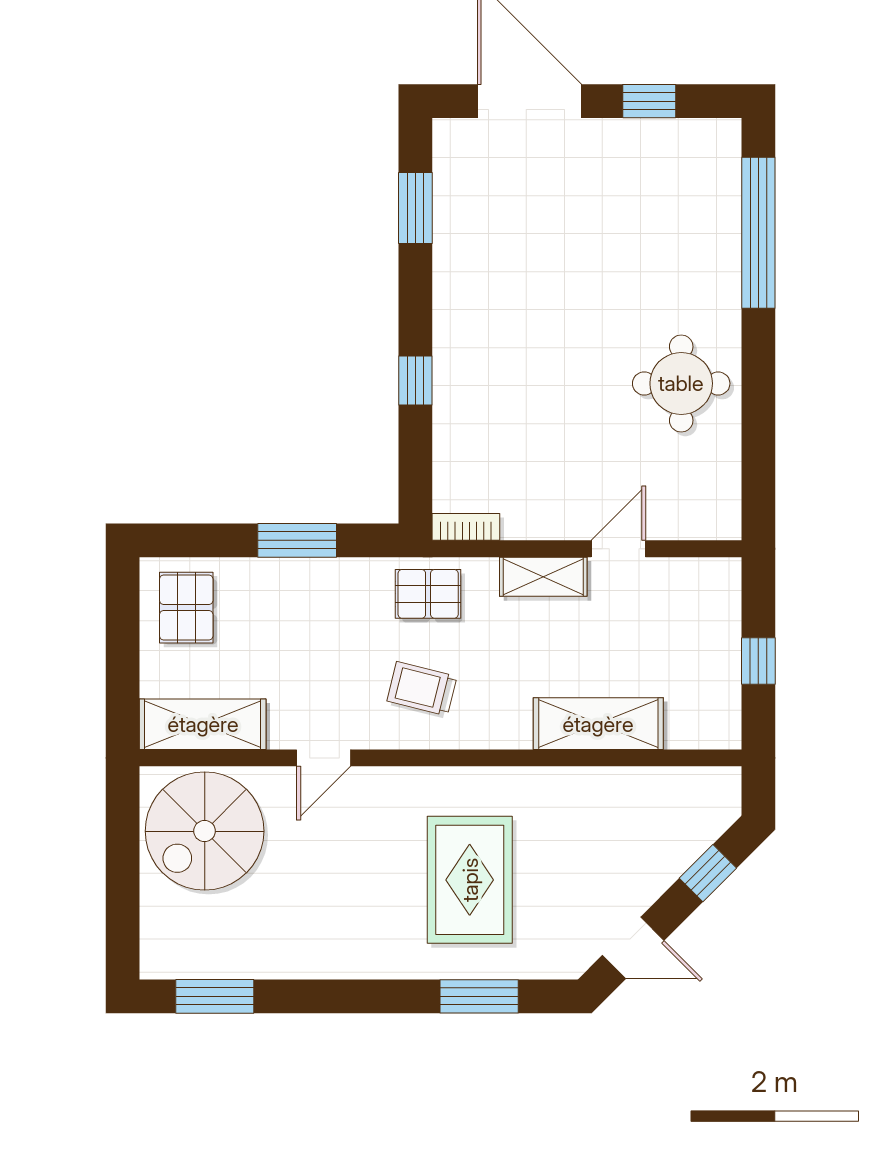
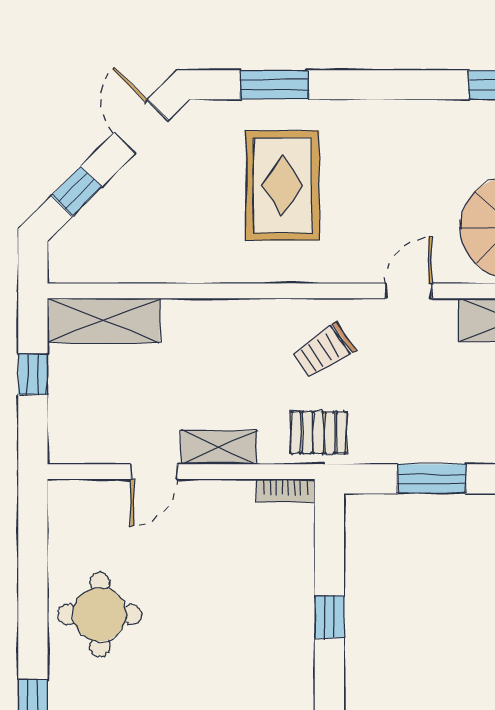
trolley: (422, 689) -> (324, 351), turned 132
shelving: (598, 724) -> (103, 321), moved
door: (633, 948) -> (141, 127), hinge flipped

